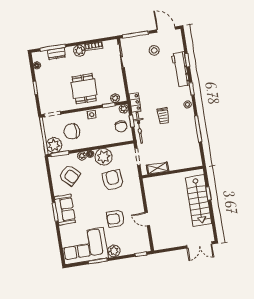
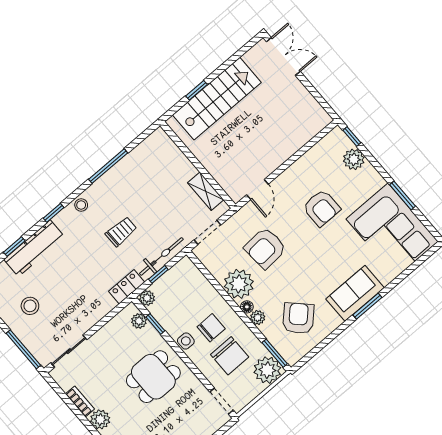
chair: (121, 126) -> (211, 328), moved
door: (147, 219) -> (257, 189), moved
plant: (114, 251) -> (354, 159), moved

